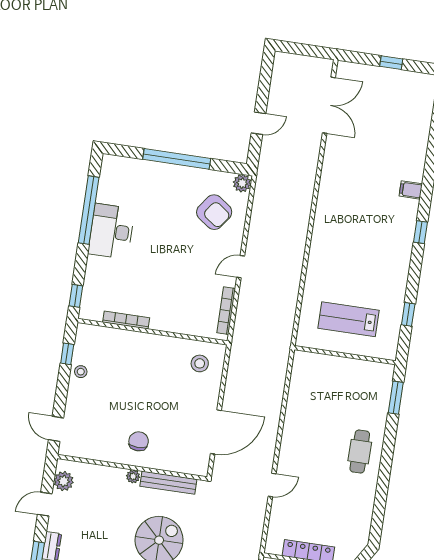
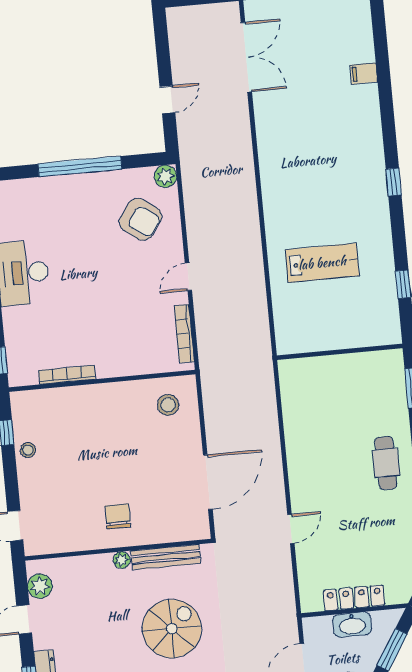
filing cabinet: (411, 190) -> (364, 73), moved
lab bench: (348, 319) -> (322, 263), moved, turned 180

